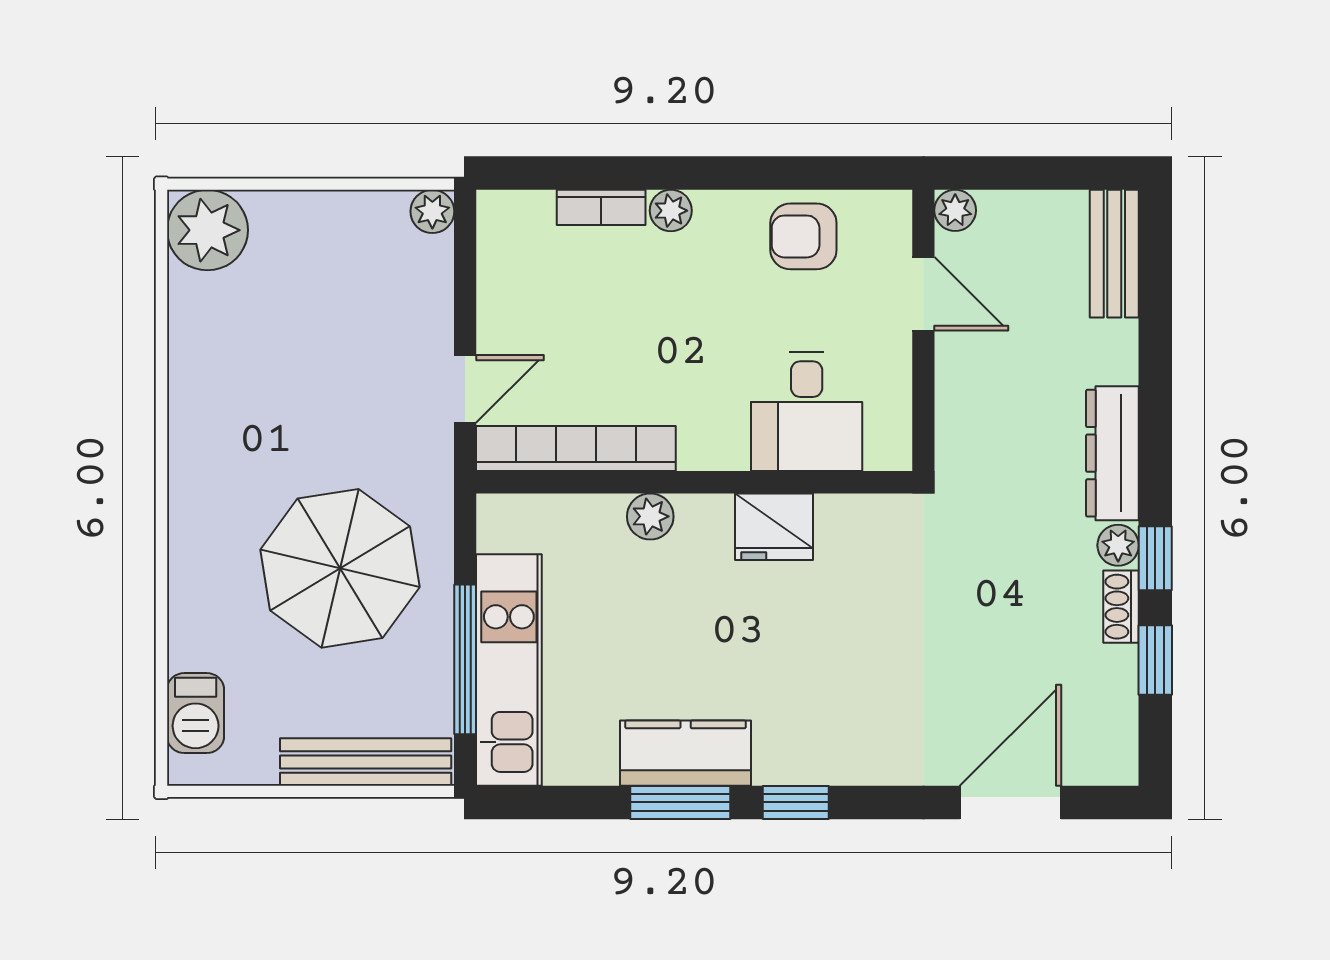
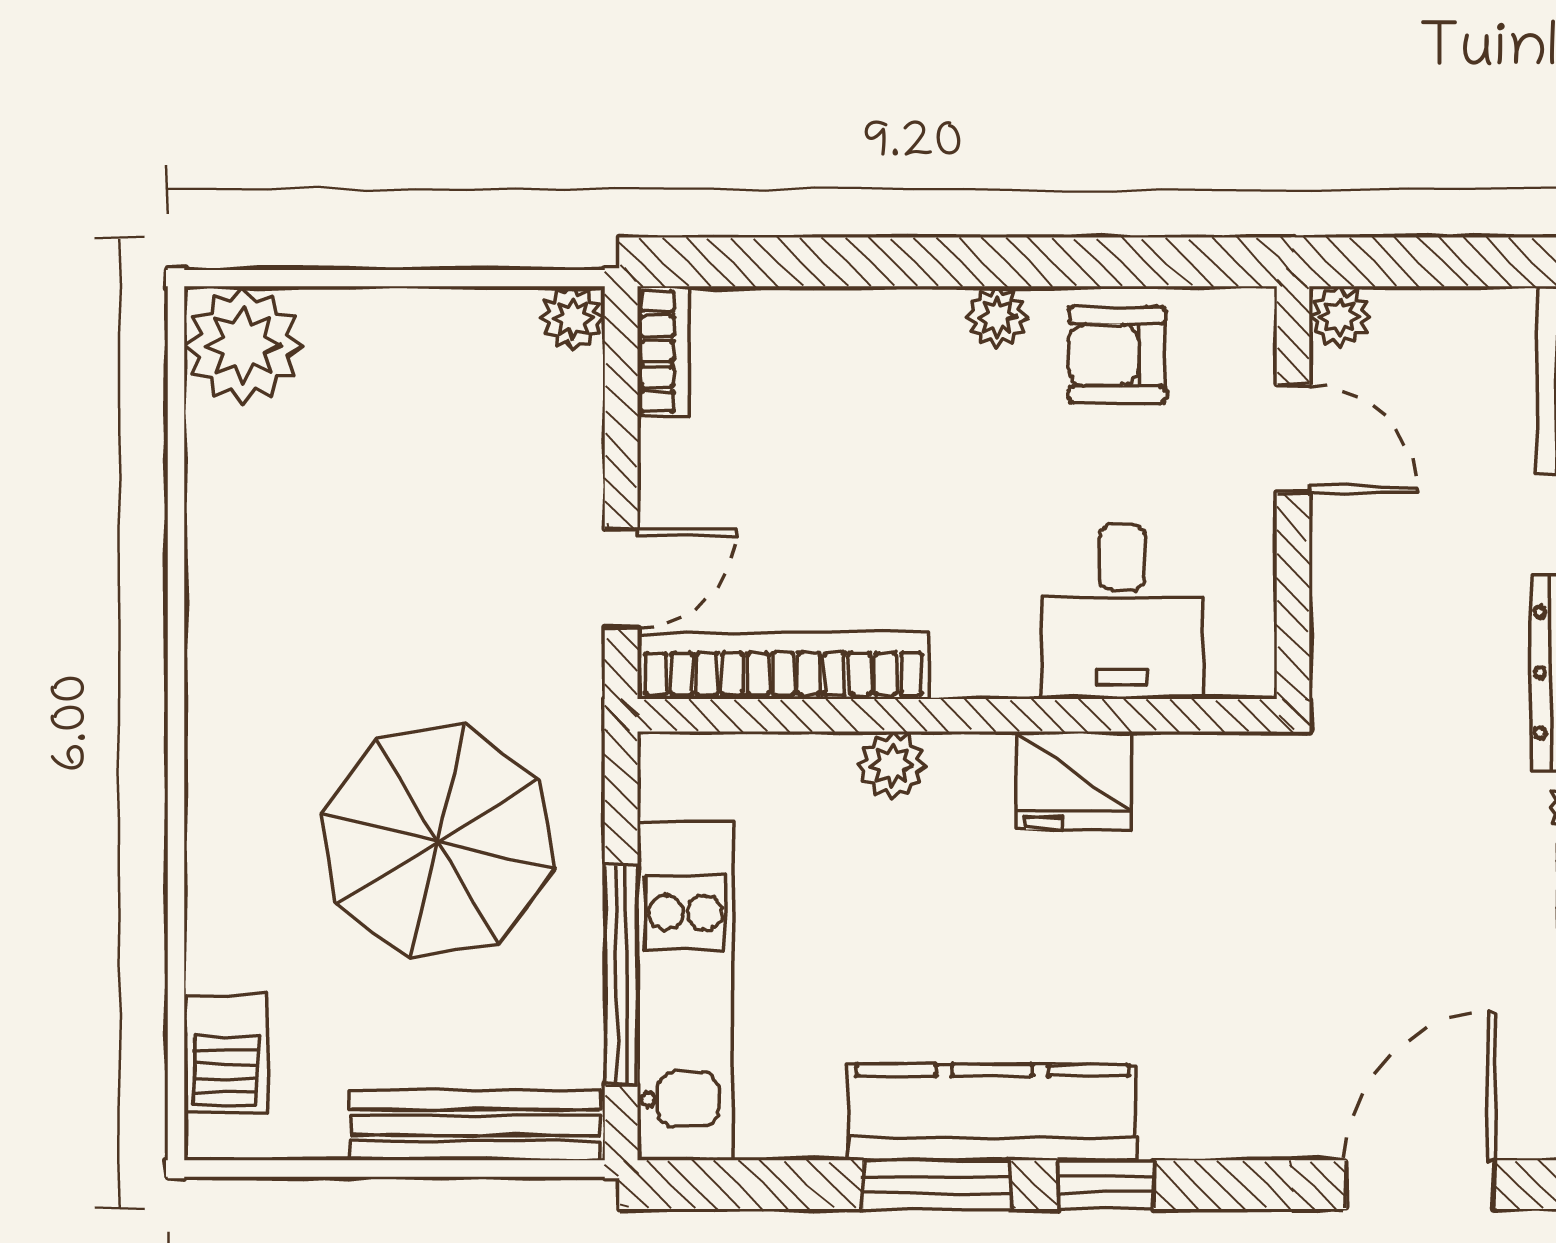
bookcase: (601, 207) -> (663, 351), moved, turned -90
plant: (671, 211) -> (997, 317), moved
kitchen counter: (686, 753) -> (992, 1112), width x1.50

